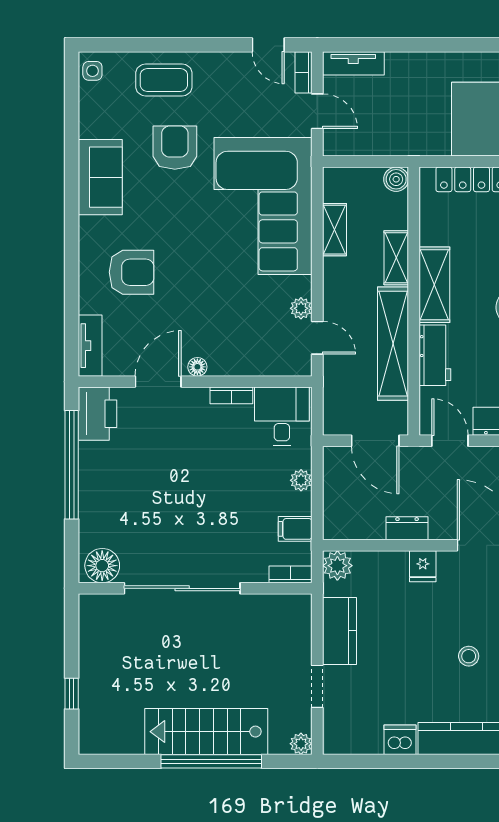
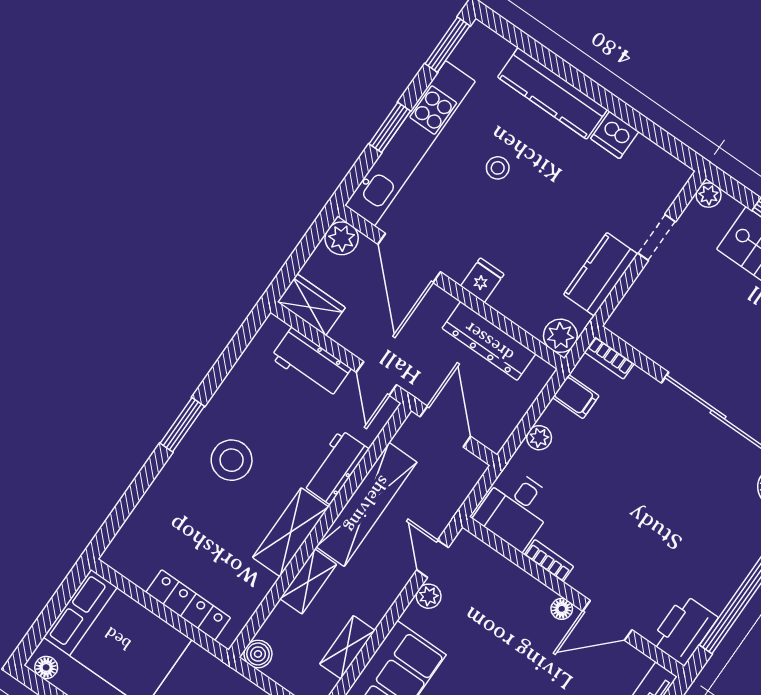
dresser: (407, 528) -> (489, 341), width x1.96, depth x1.24

